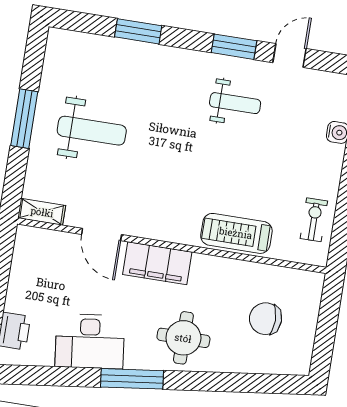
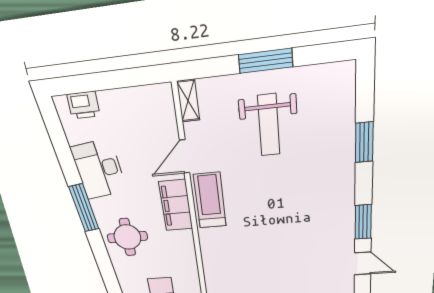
weight bench: (235, 103) -> (317, 233), removed
treadmill: (236, 233) -> (210, 200), moved

